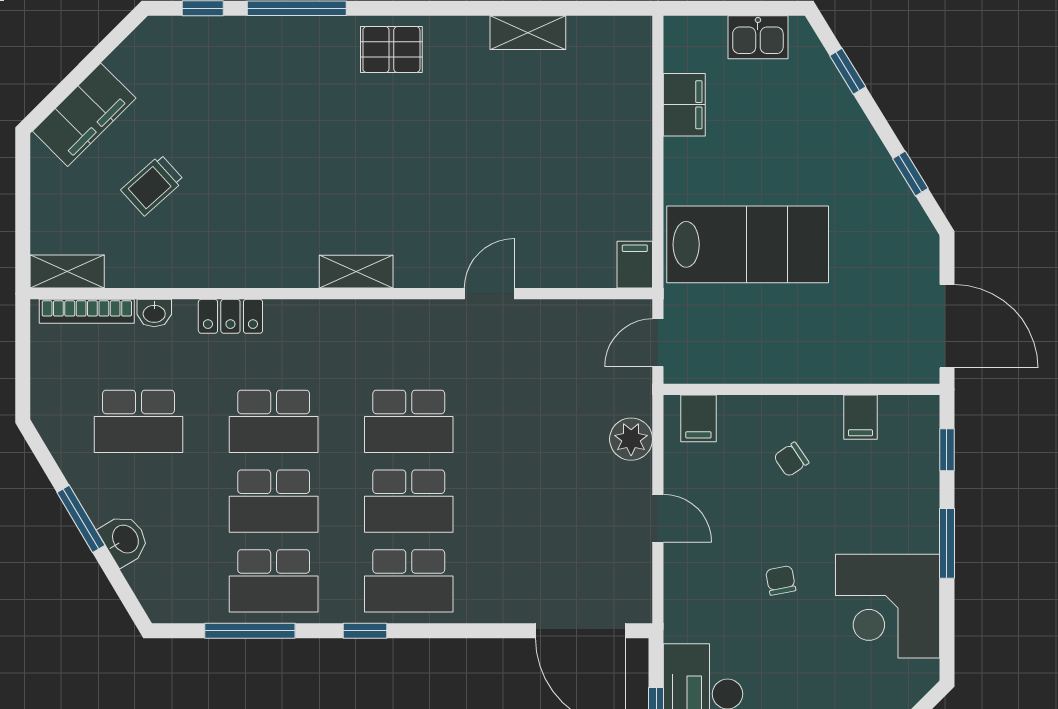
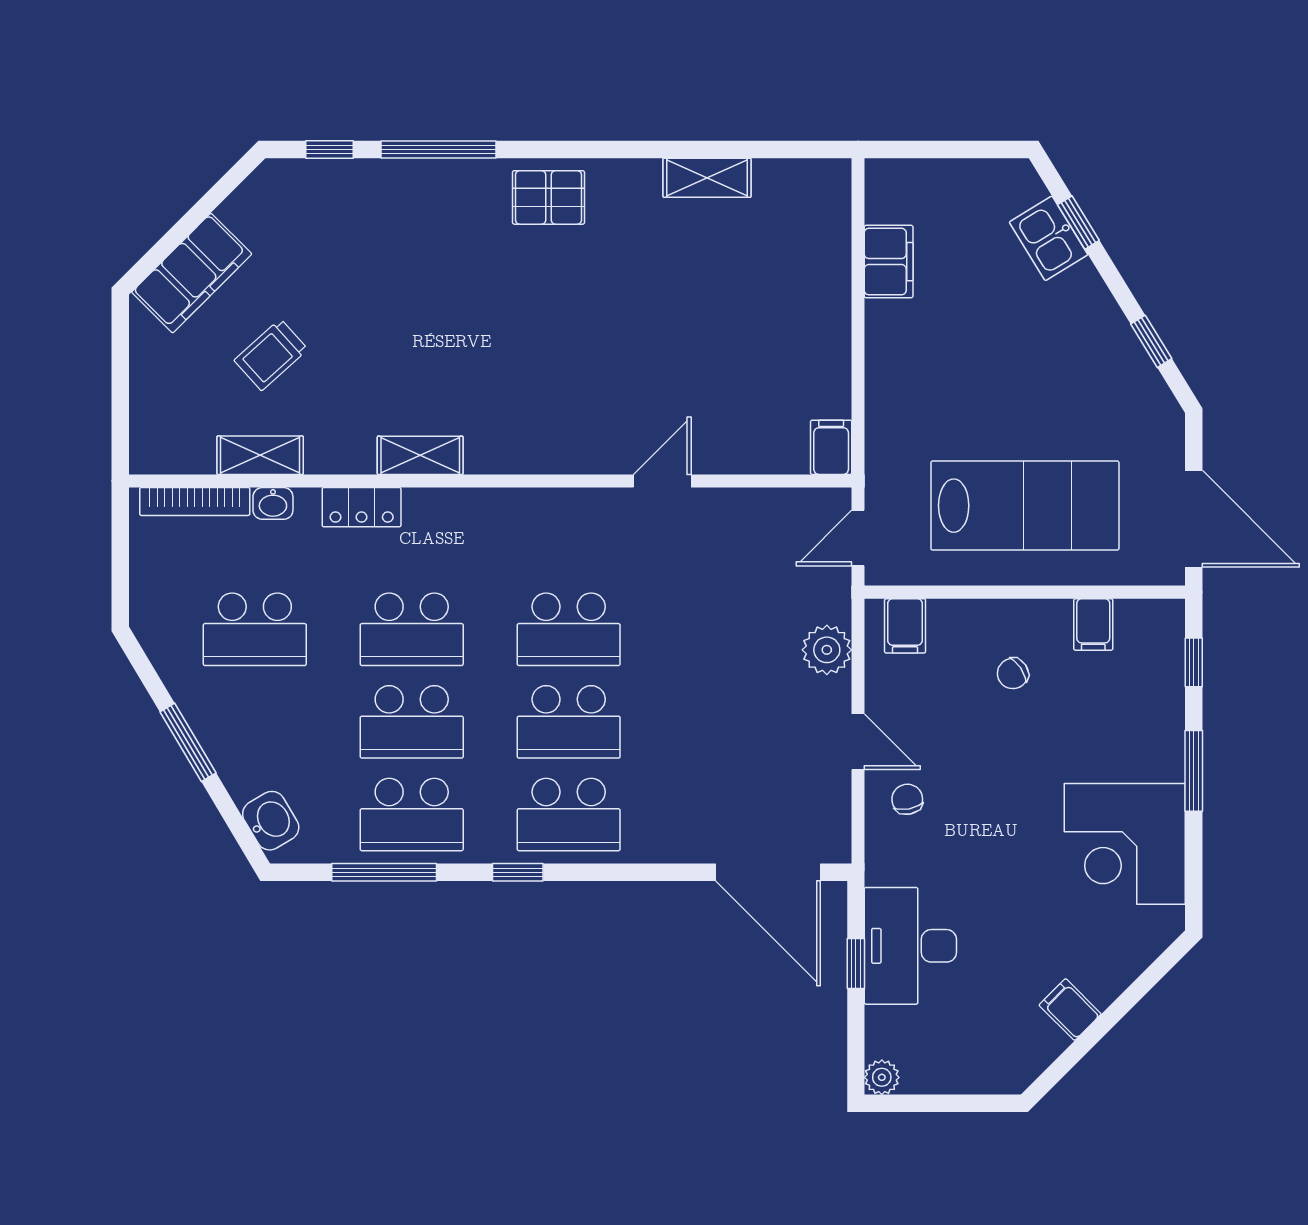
kitchen sink: (758, 37) -> (1049, 238), moved, turned 59
lab bench: (748, 244) -> (1025, 506), moved
shelving: (67, 271) -> (260, 455), moved
shelving: (356, 272) -> (420, 455), moved
washbasin: (124, 540) -> (271, 821), moved
chair: (781, 580) -> (907, 799), moved

